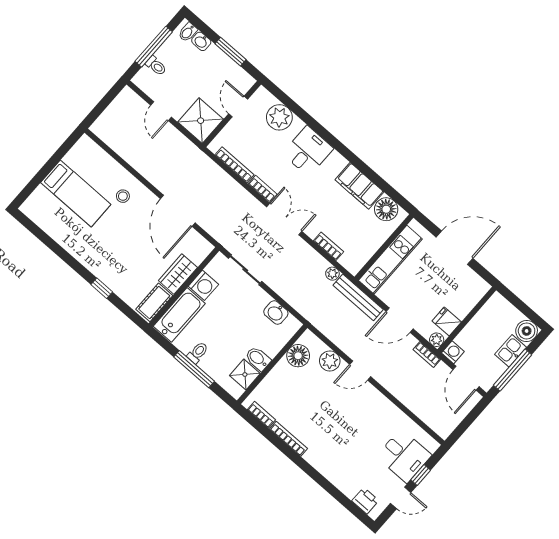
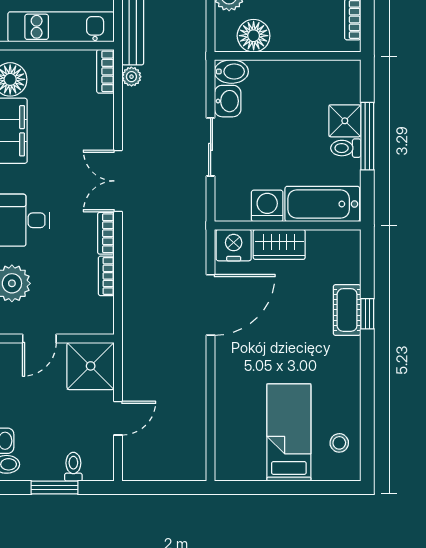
window: (154, 47) -> (55, 488), width x0.69
bookcase: (234, 165) -> (106, 276), width x0.64
stool: (123, 196) -> (339, 443), moved
bookcase: (328, 246) -> (105, 71), moved
nightstand: (198, 250) -> (234, 245), added
sliding door: (245, 270) -> (211, 147), moved
cot: (154, 302) -> (347, 310), moved, turned 90
bidet: (258, 359) -> (231, 72), moved, turned -90
shower: (245, 375) -> (345, 121), moved

